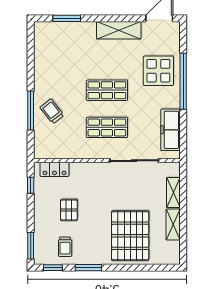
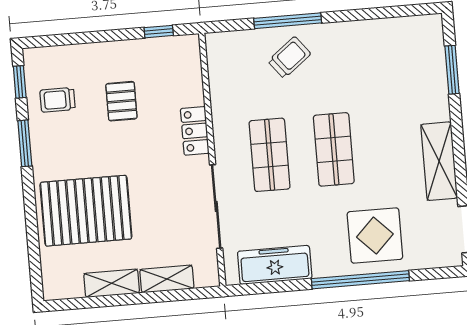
locker: (54, 169) -> (195, 131), moved
pallet: (69, 210) -> (121, 101), turned 90
window: (31, 246) -> (54, 40), removed

